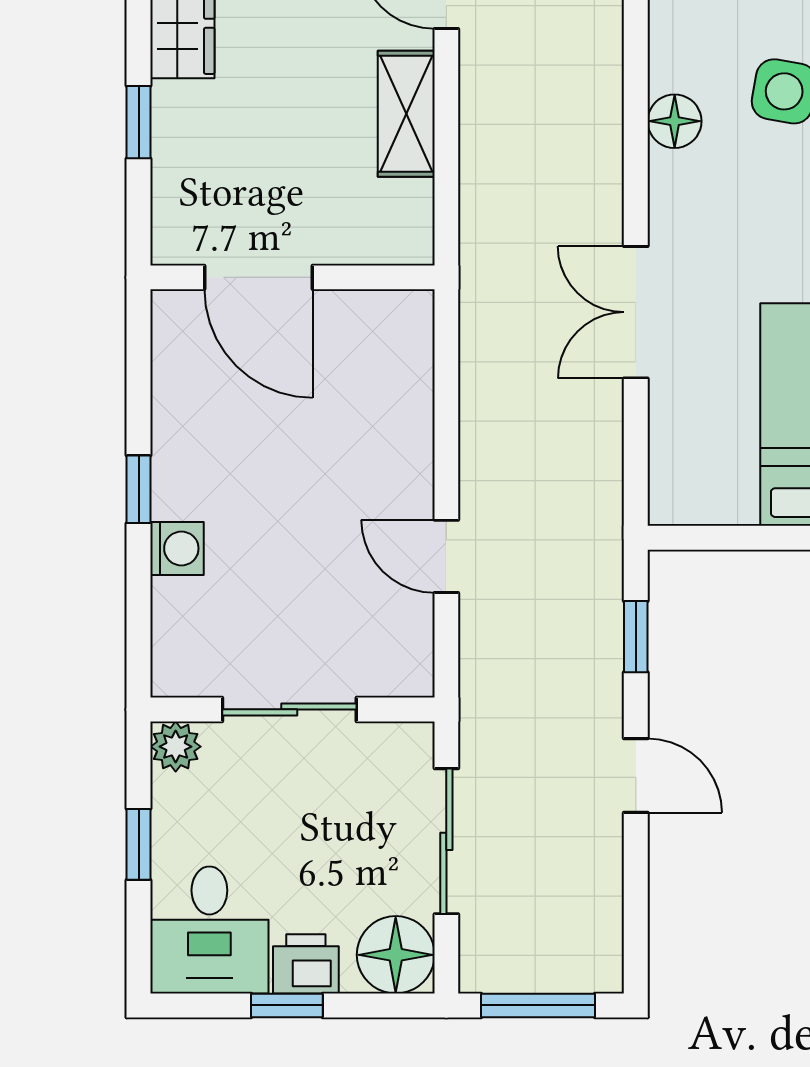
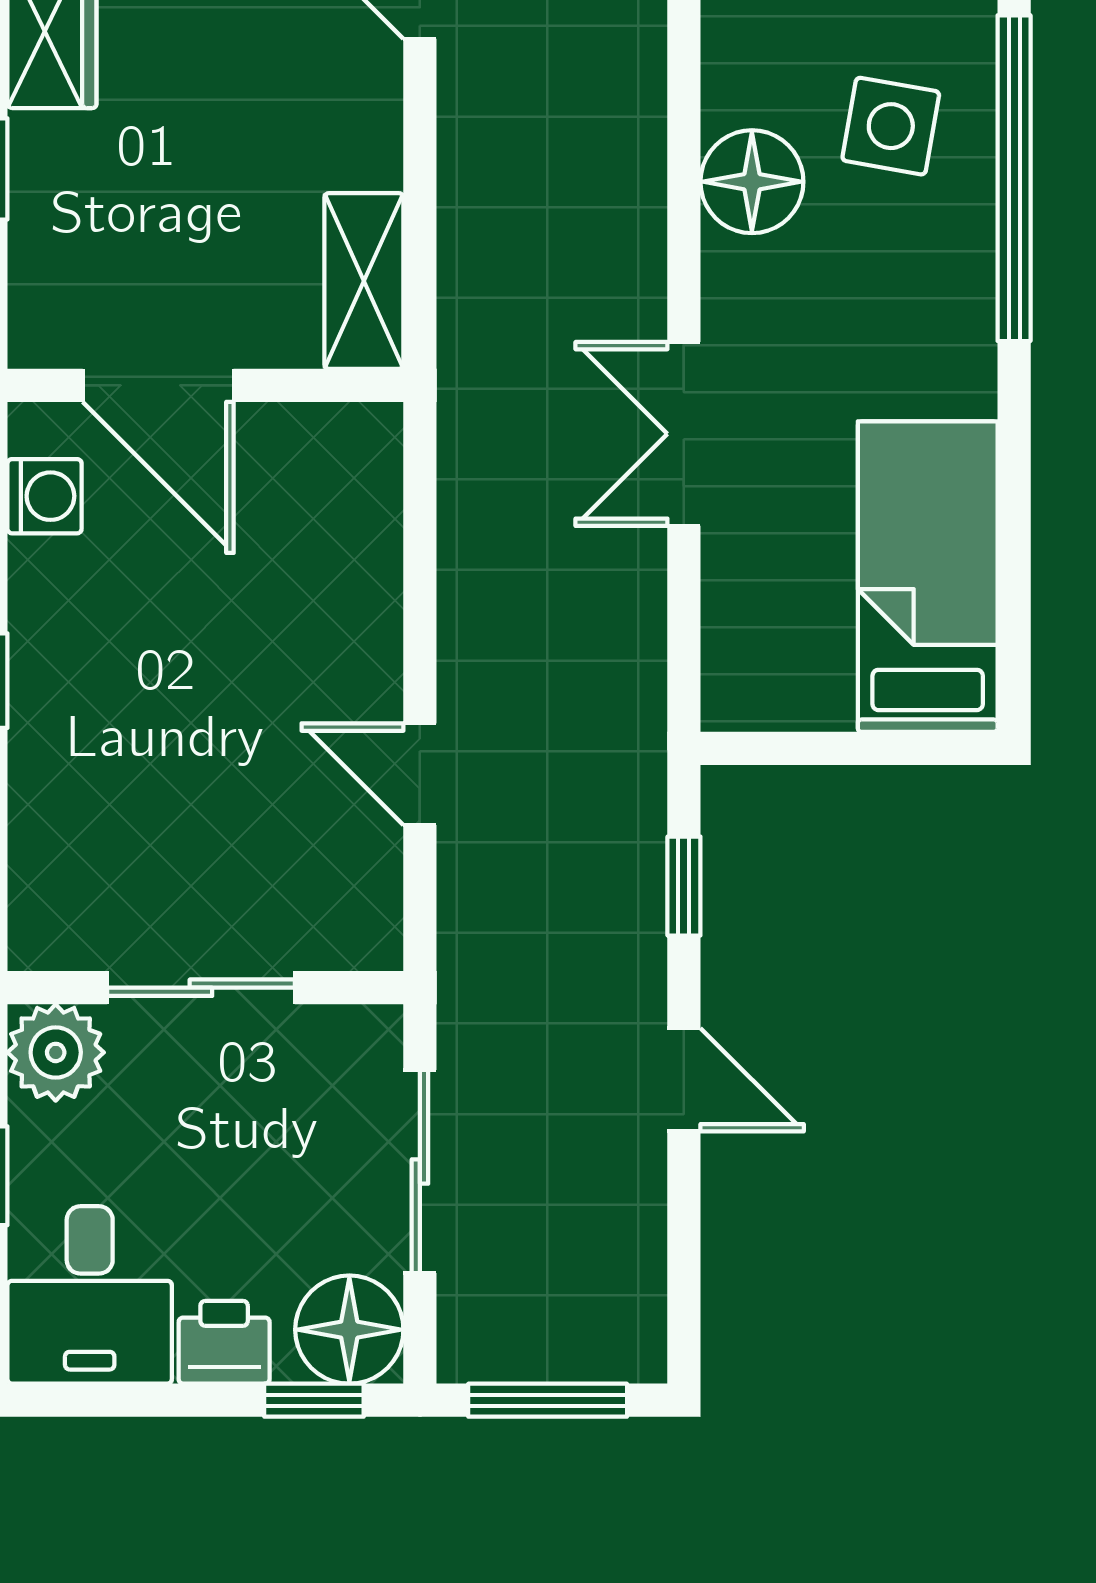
shelving: (406, 114) -> (364, 281), moved
floor lamp: (675, 121) -> (752, 182), width x1.38, depth x1.38
washing machine: (177, 548) -> (45, 496), moved
plant: (176, 747) -> (56, 1052), width x1.38, depth x1.38
window: (287, 1005) -> (314, 1400), moved

